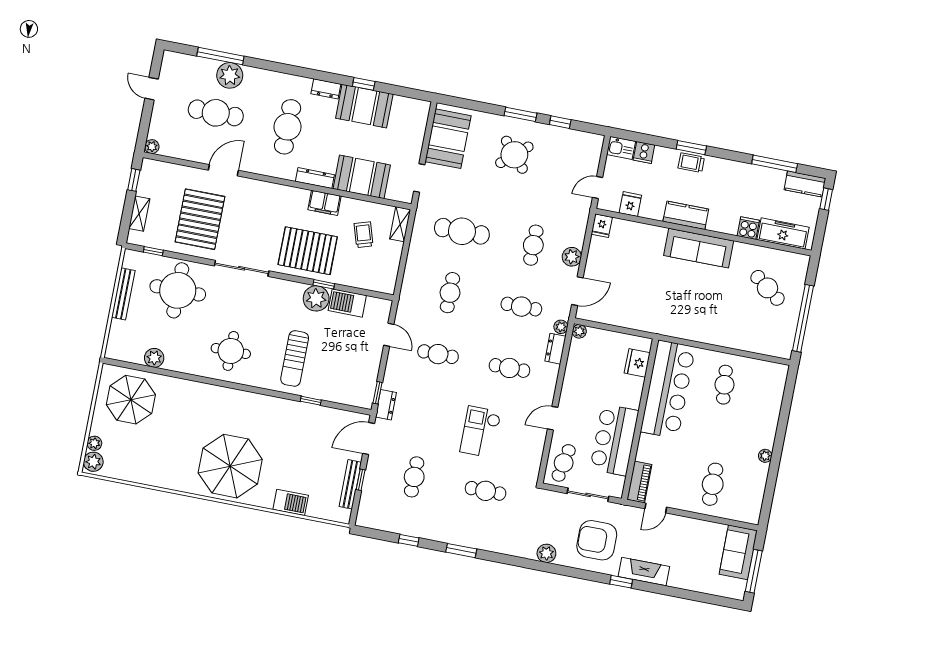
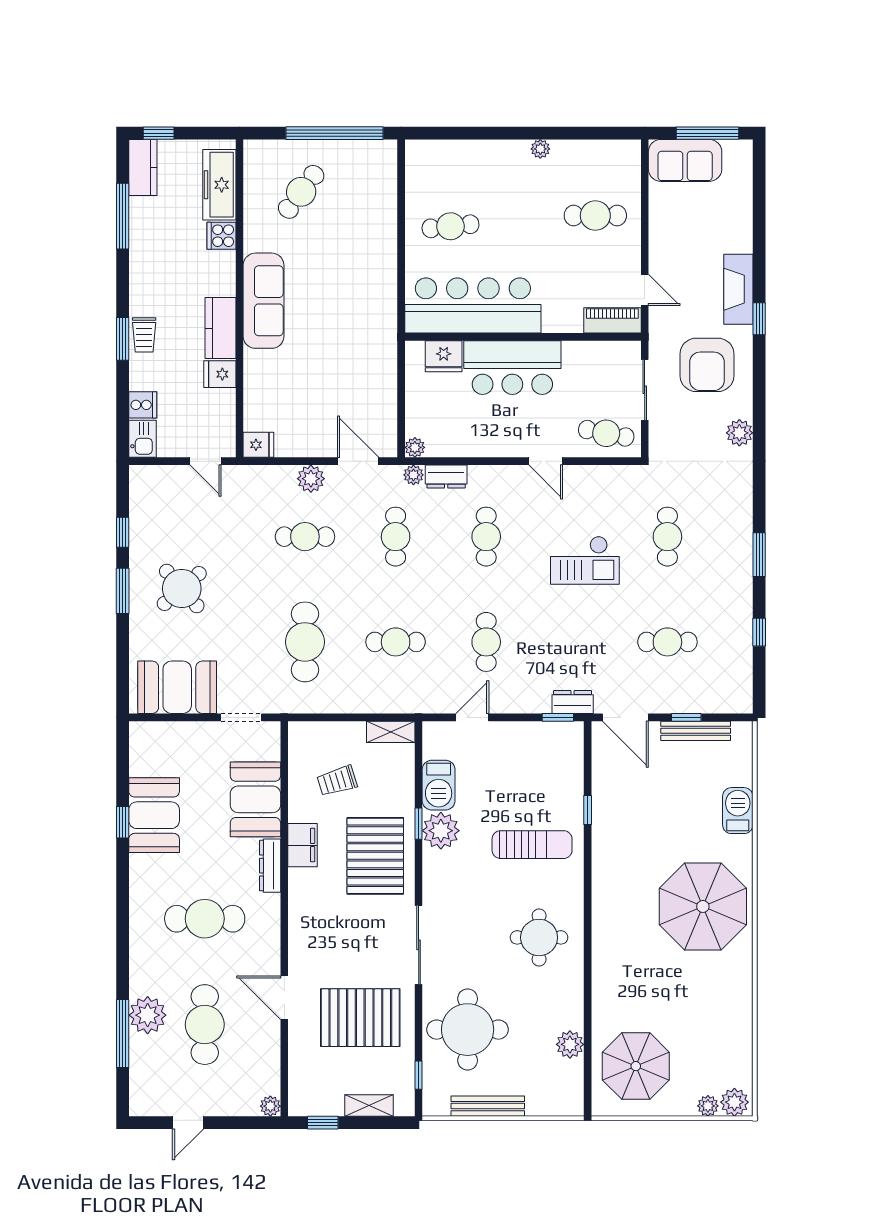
dresser: (326, 89) -> (140, 875), removed
fridge: (630, 204) -> (220, 374), moved
shelving: (400, 224) -> (391, 732), moved
bar counter: (614, 440) -> (512, 368), moved

